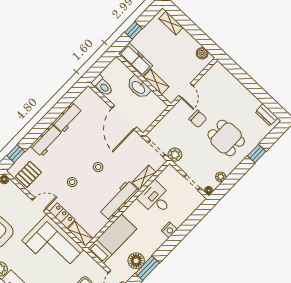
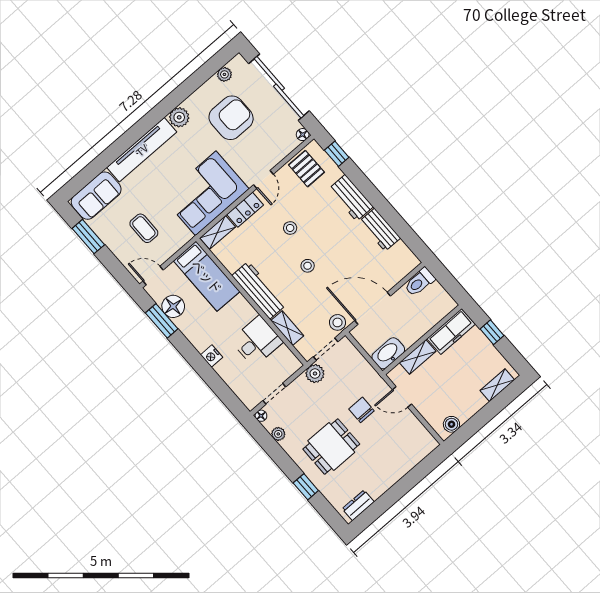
washbasin: (139, 87) -> (388, 353), moved
chair: (198, 119) -> (361, 410), turned 90
stool: (137, 142) -> (337, 322), added

